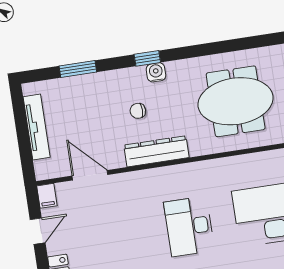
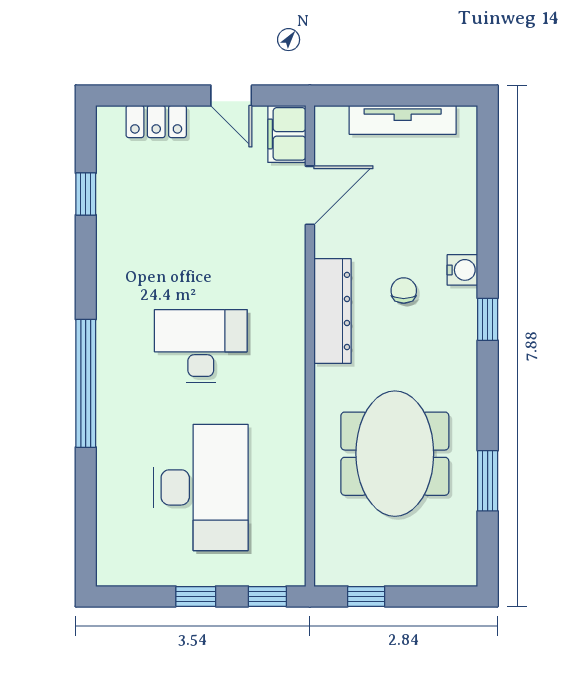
window: (78, 69) -> (488, 481), moved
water cooler: (156, 72) -> (462, 270), moved
filing cabinet: (47, 196) -> (287, 134), width x2.00

